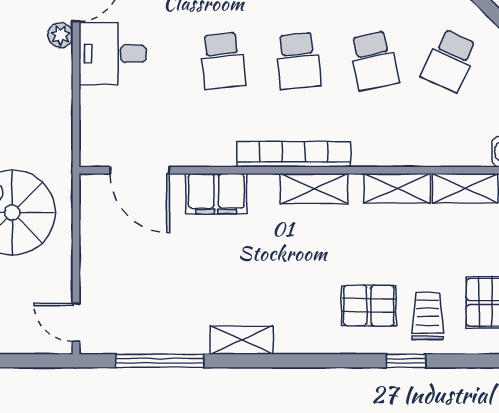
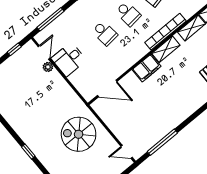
bookcase: (294, 154) -> (165, 32), moved
filing cabinet: (216, 194) -> (147, 68), moved
shelving: (242, 340) -> (182, 115), removed

